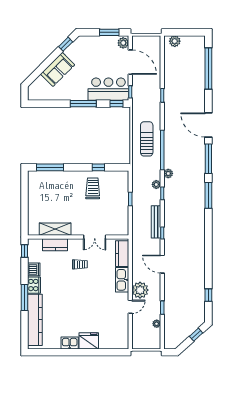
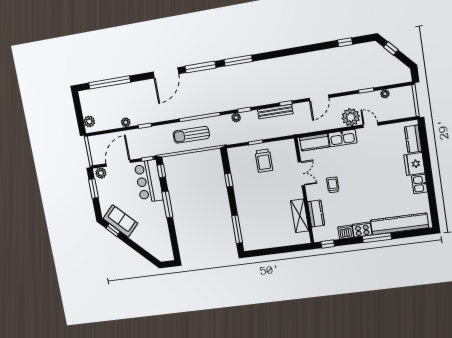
sofa: (58, 69) -> (120, 221), moved
plant: (168, 173) -> (126, 122), moved
trolley: (93, 188) -> (264, 161), moved, turned -90
kitchen counter: (112, 343) -> (413, 139), added

